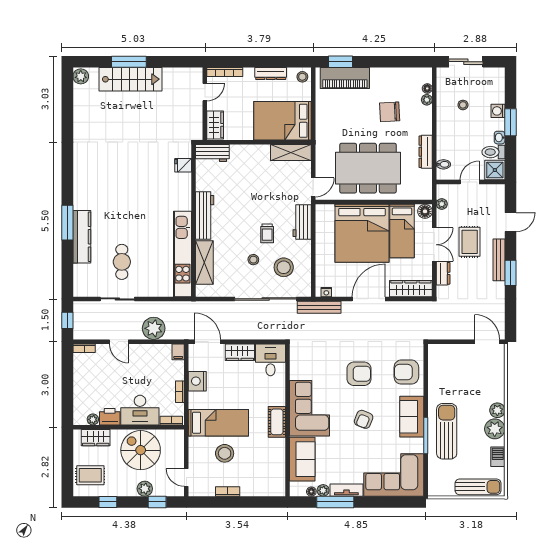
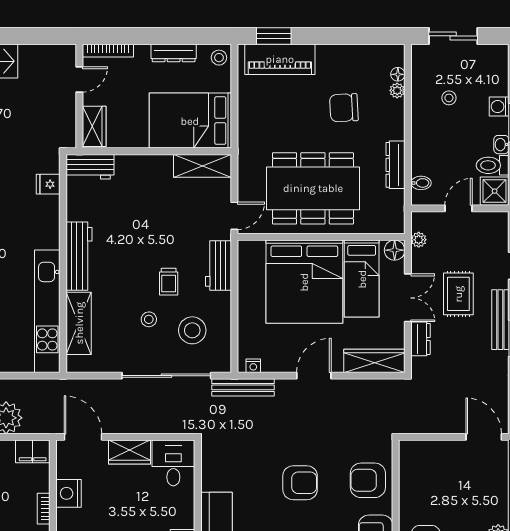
door: (369, 299) -> (314, 376), width x0.73
filing cabinet: (178, 352) -> (33, 451), width x2.00

